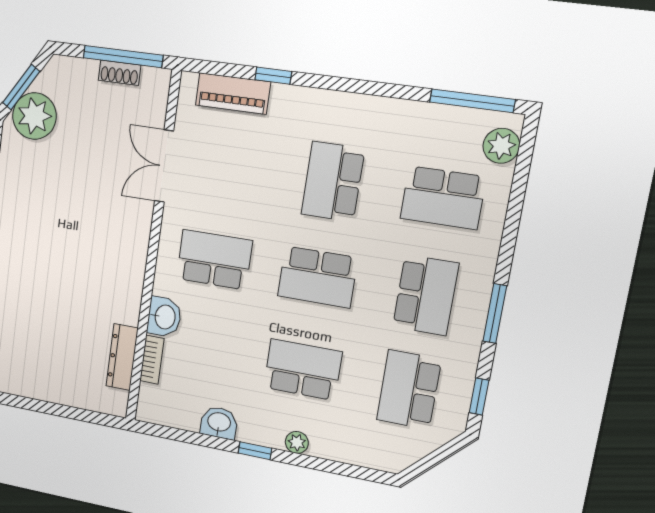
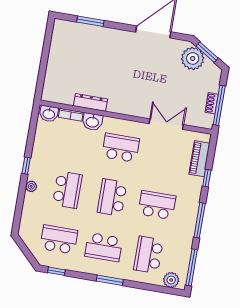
window: (365, 87) -> (200, 220), added
school desk: (214, 260) -> (121, 148), turned -90
window: (495, 314) -> (110, 280), moved
dresser: (122, 357) -> (90, 102), moved
washbasin: (219, 423) -> (49, 114), moved, turned 90

